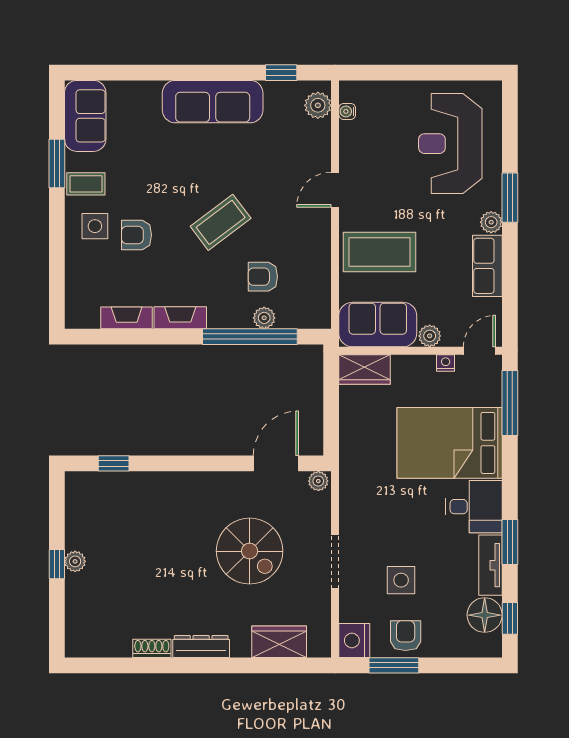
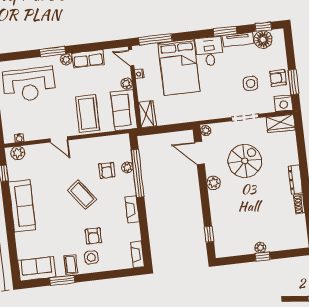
fireplace: (127, 318) -> (138, 254), moved
plant: (214, 485) -> (214, 183), added
wardrobe: (279, 642) -> (281, 123), moved, turned -90

